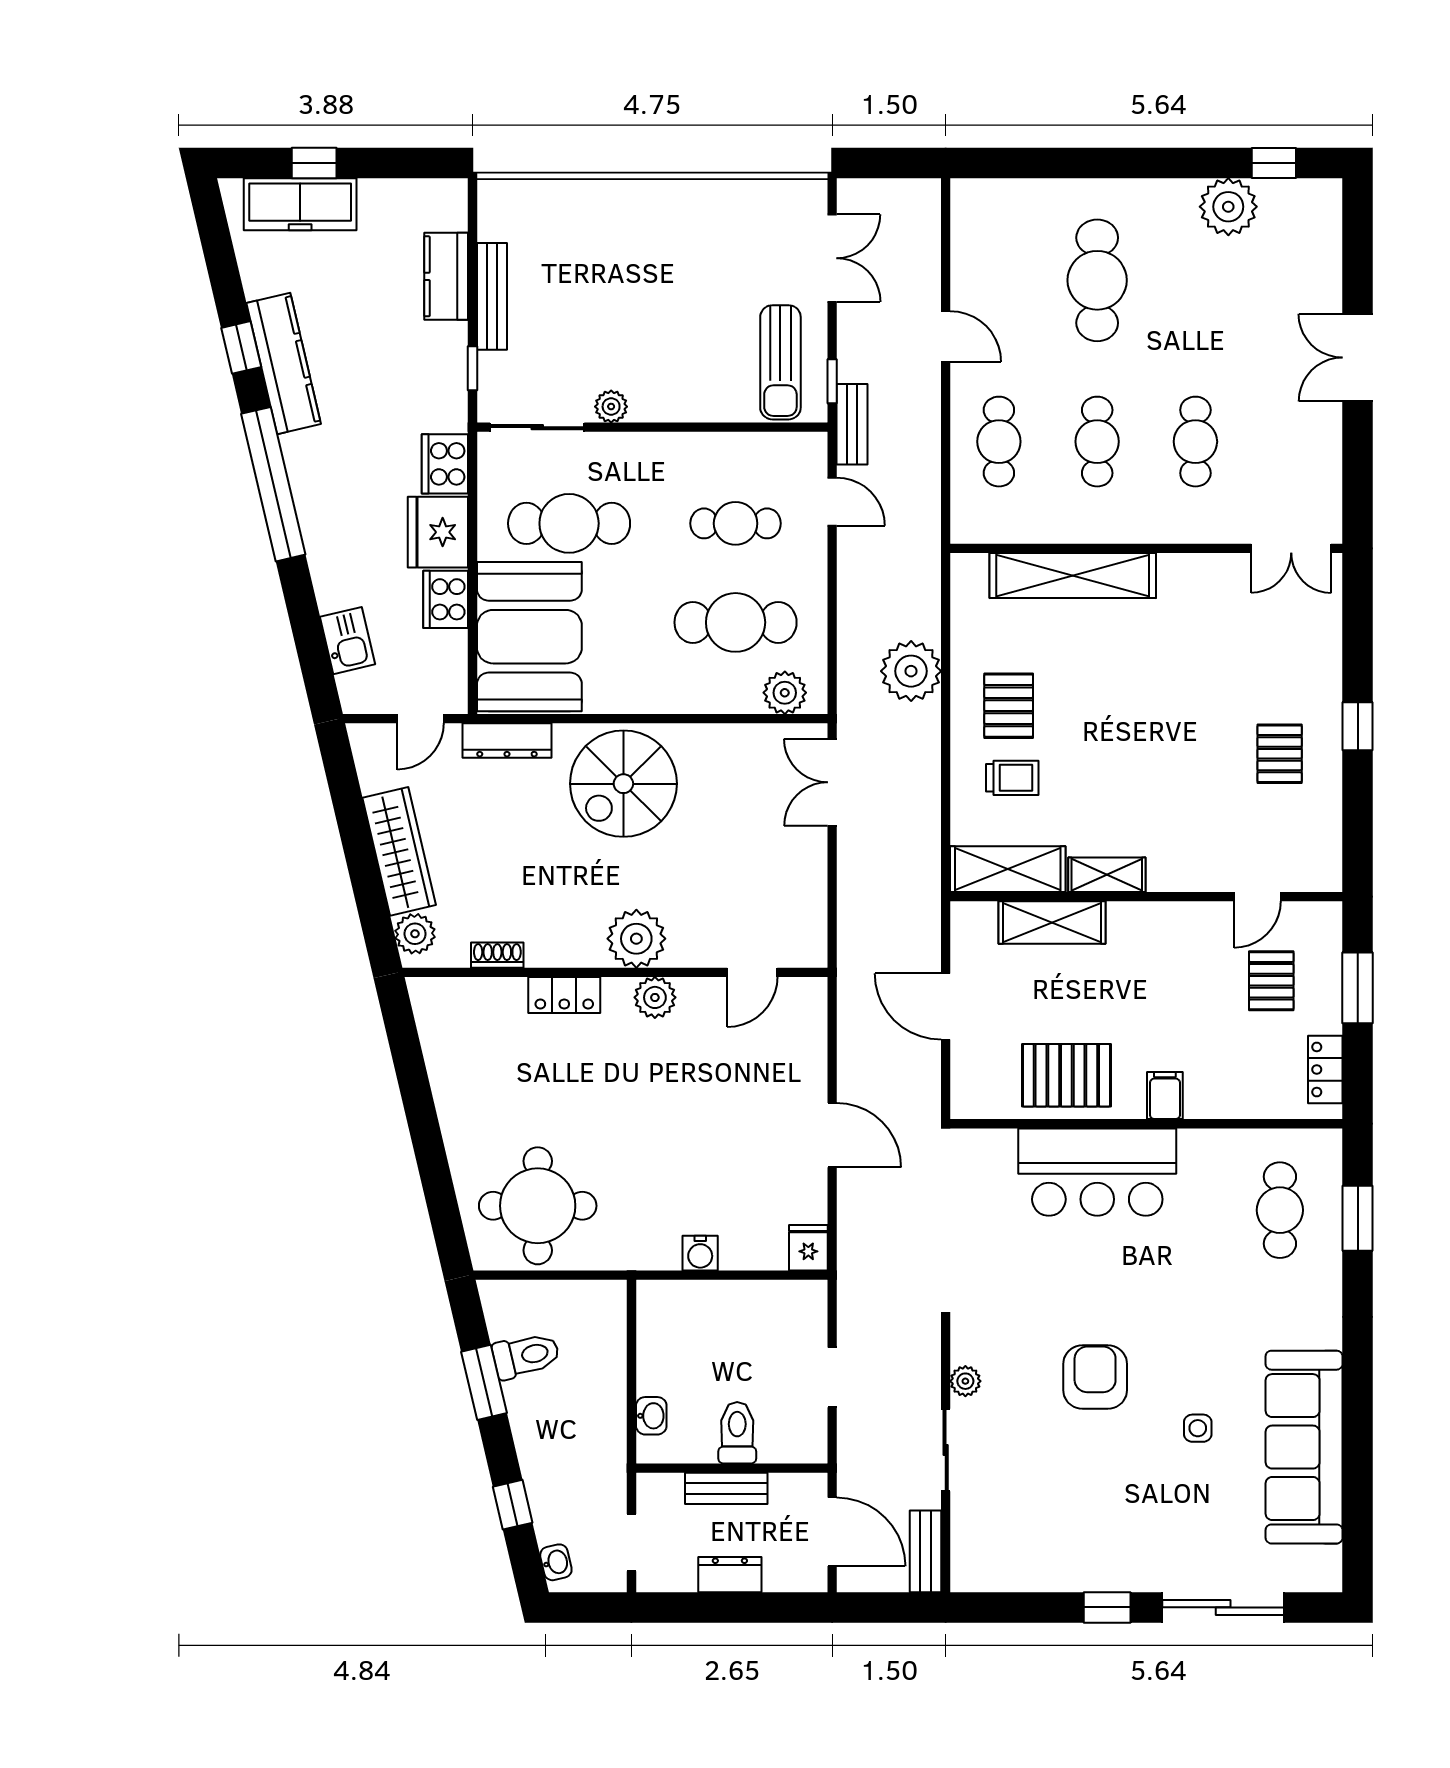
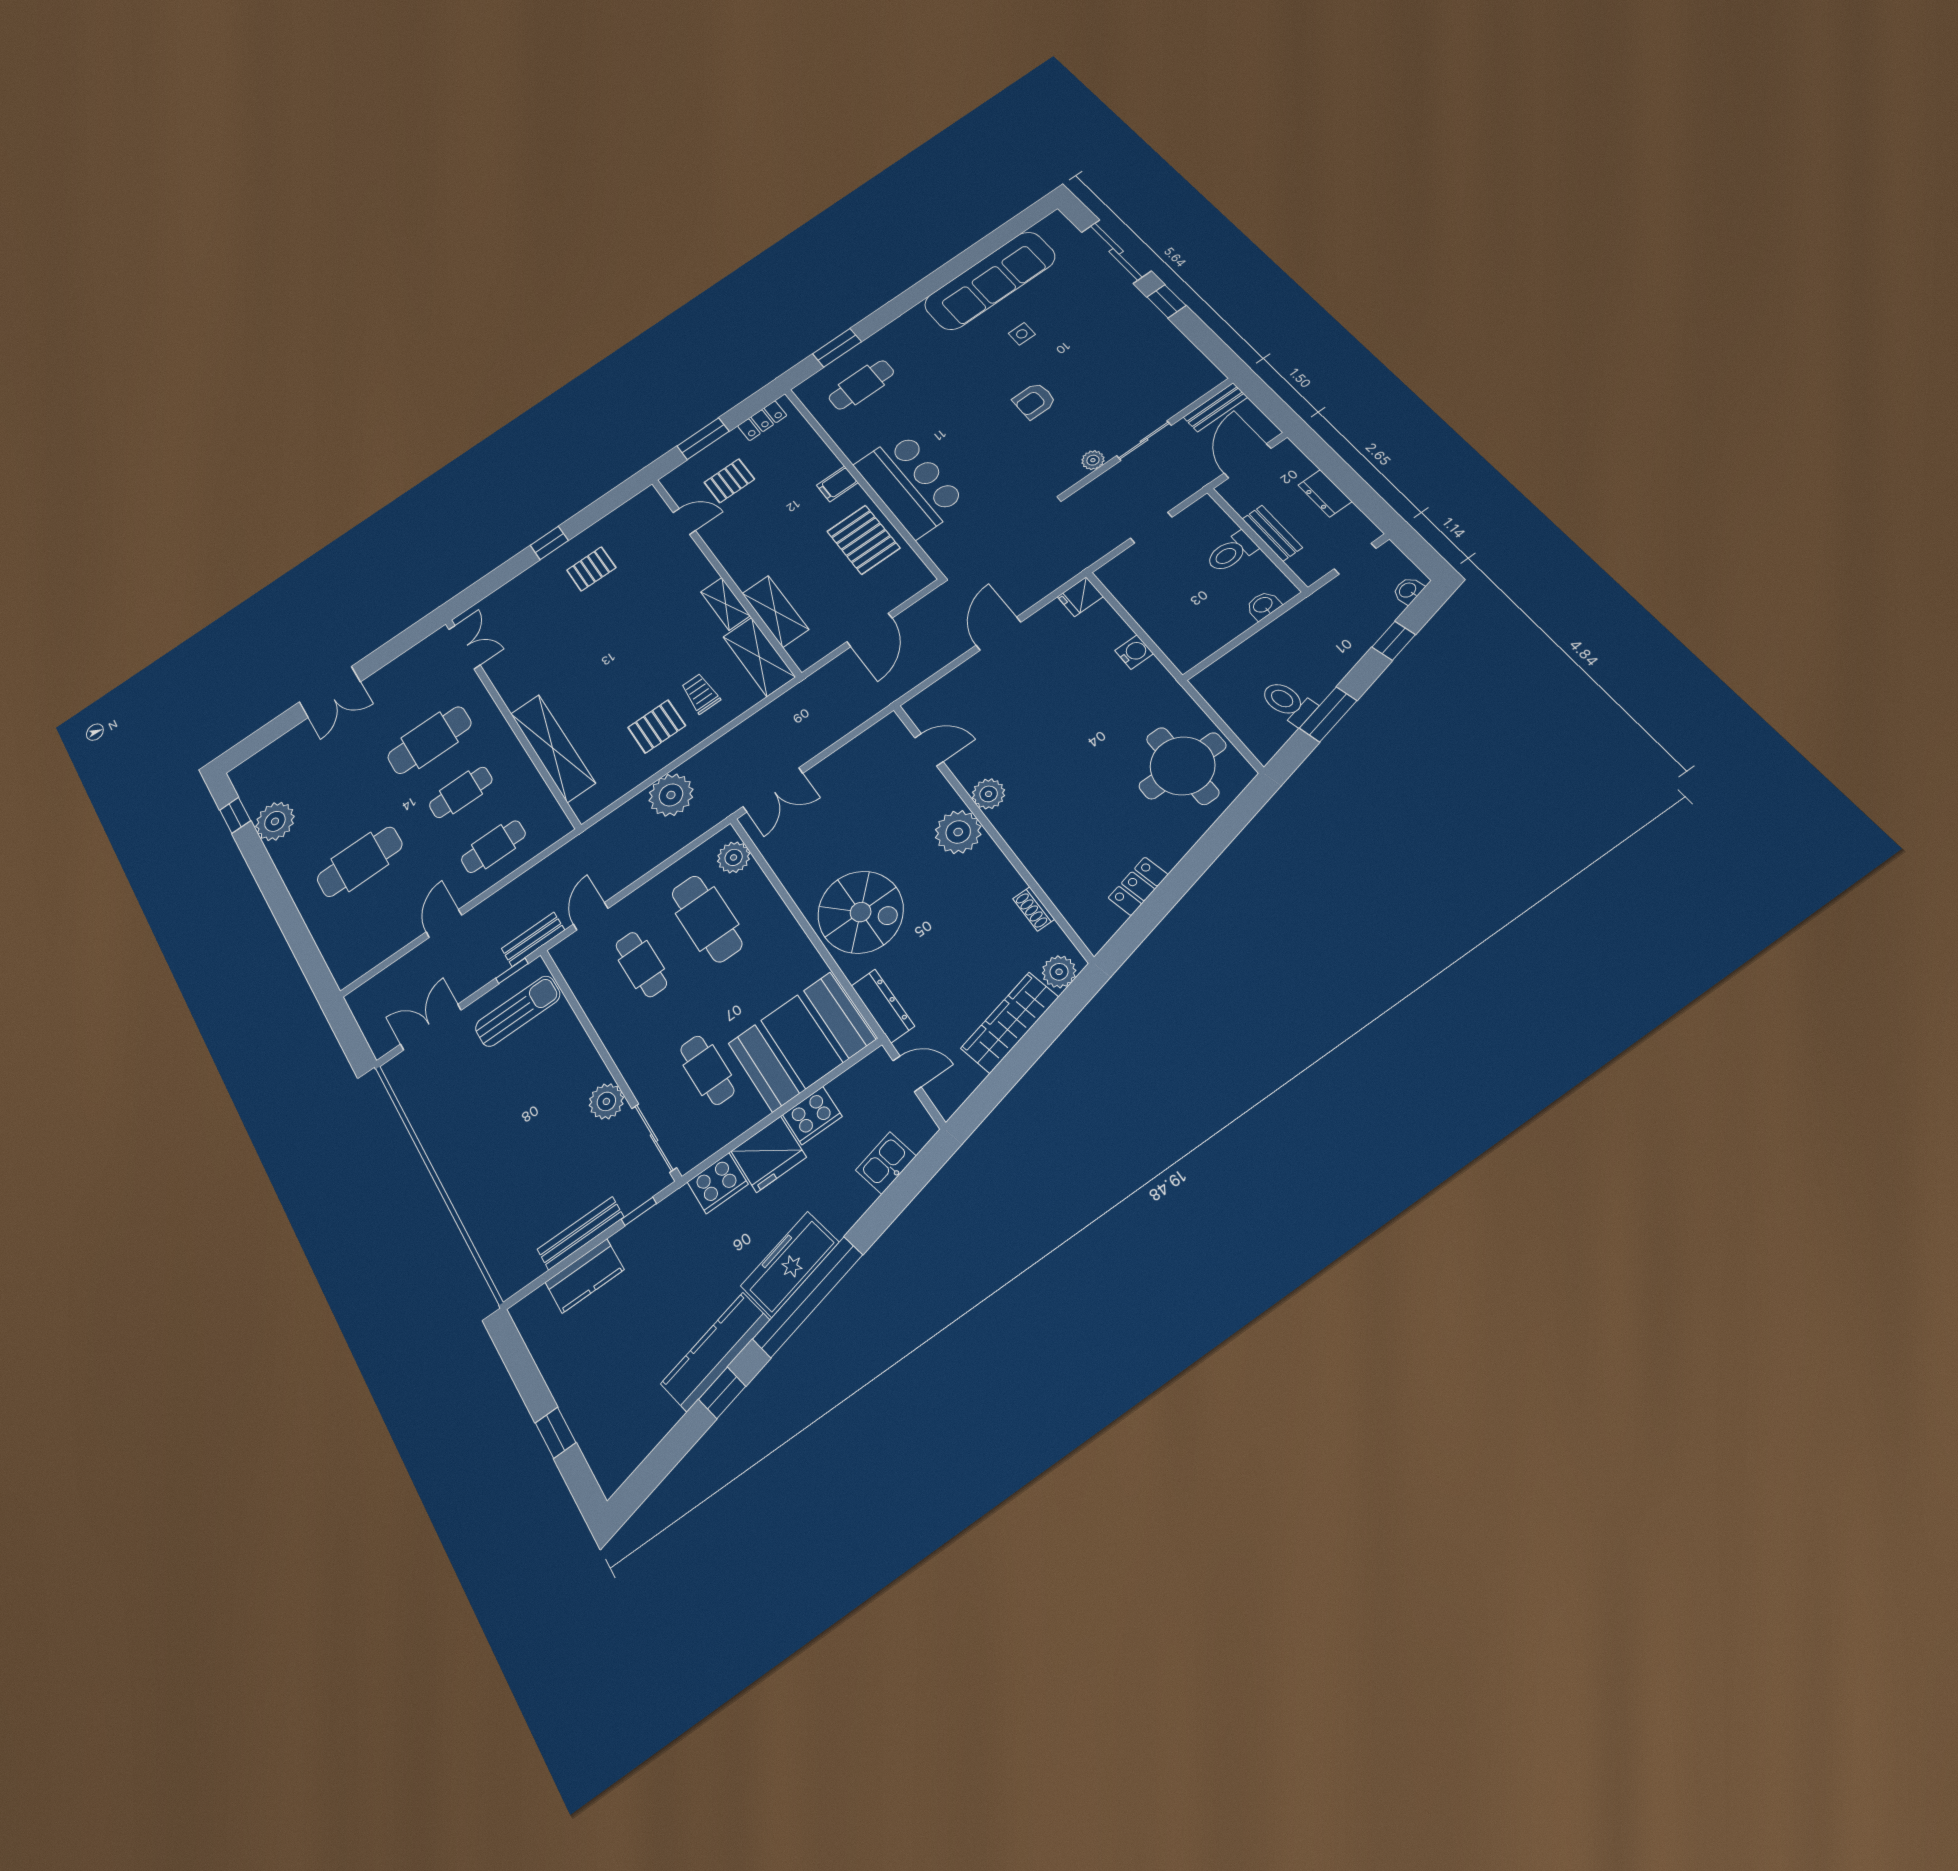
freezer: (300, 204) -> (790, 1264), moved, turned -103
plant: (611, 407) -> (606, 1101), width x1.38, depth x1.38
cafe table: (1195, 442) -> (429, 740), width x1.37, depth x1.35
cafe table: (569, 523) -> (707, 1070), width x0.73, depth x0.74
locker: (564, 995) -> (1138, 886), moved, turned -103
armchair: (1095, 1377) -> (1034, 401), width x0.72, depth x0.72

